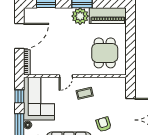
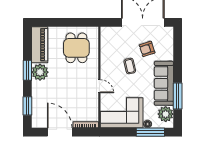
dining table: (105, 53) -> (76, 48), turned 90
coffee table: (85, 93) -> (130, 66), moved
window: (19, 96) -> (119, 132), removed

